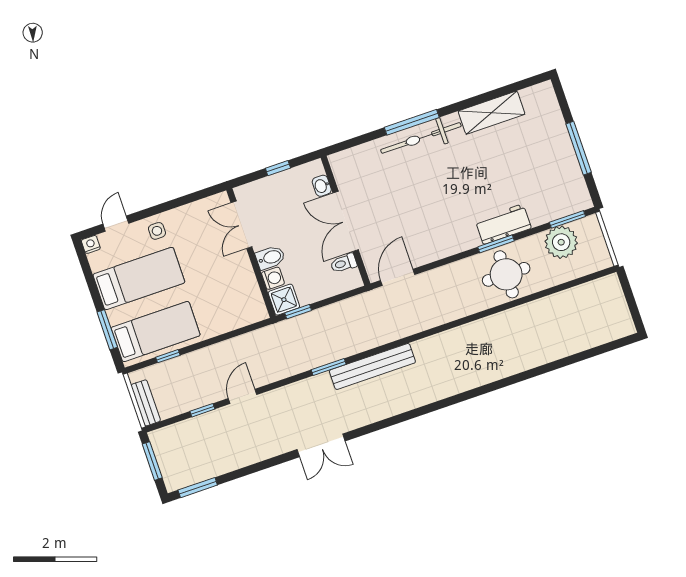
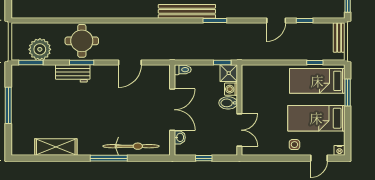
bicycle: (421, 138) -> (131, 146), moved
toilet: (344, 263) -> (183, 70), moved
door: (398, 277) -> (130, 62), moved

